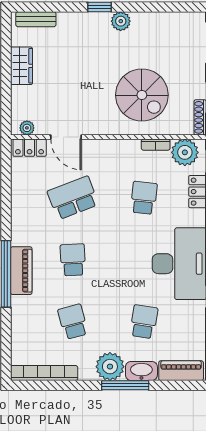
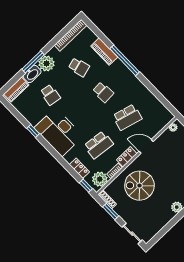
door: (66, 137) -> (146, 146), moved
locker: (30, 148) -> (127, 157), moved
school desk: (73, 198) -> (127, 117), turned 36
school desk: (144, 198) -> (99, 145), width x1.85
piano: (21, 271) -> (104, 52), moved

